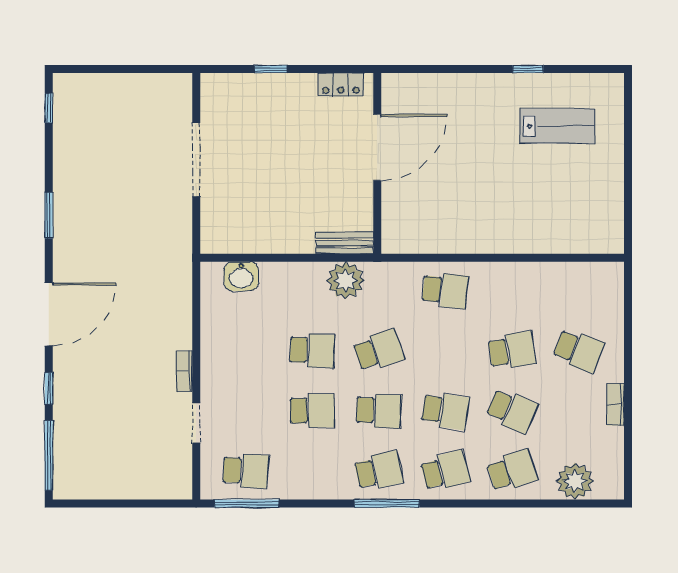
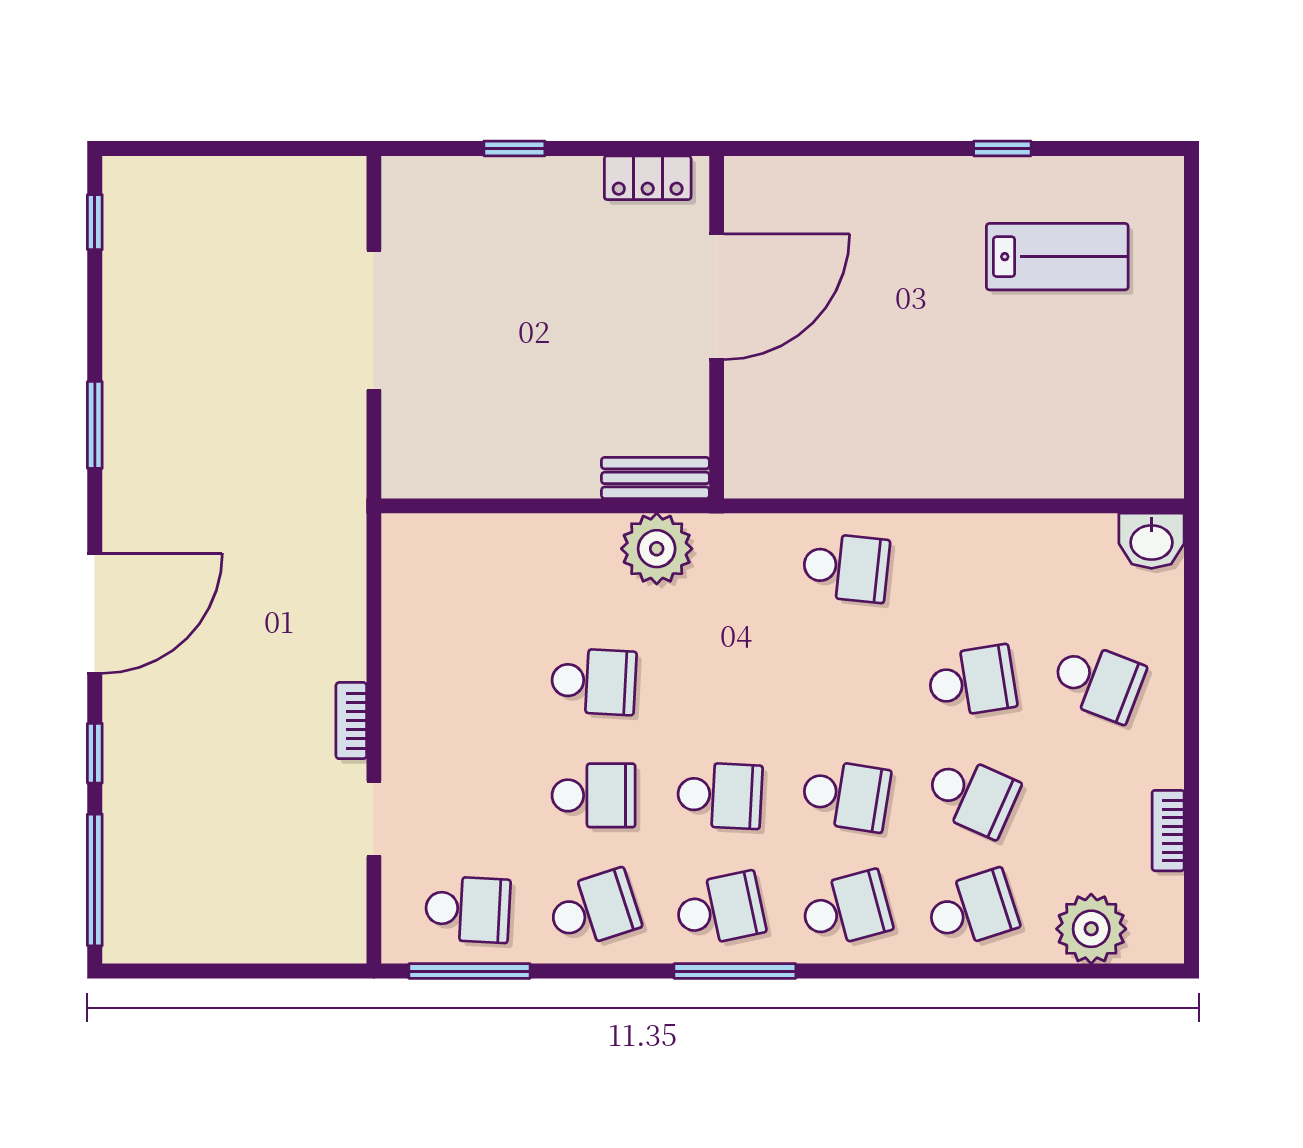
washbasin: (241, 276) -> (1152, 541), moved
school desk: (379, 351) -> (594, 909), moved
bookcase: (616, 404) -> (1168, 831), moved

